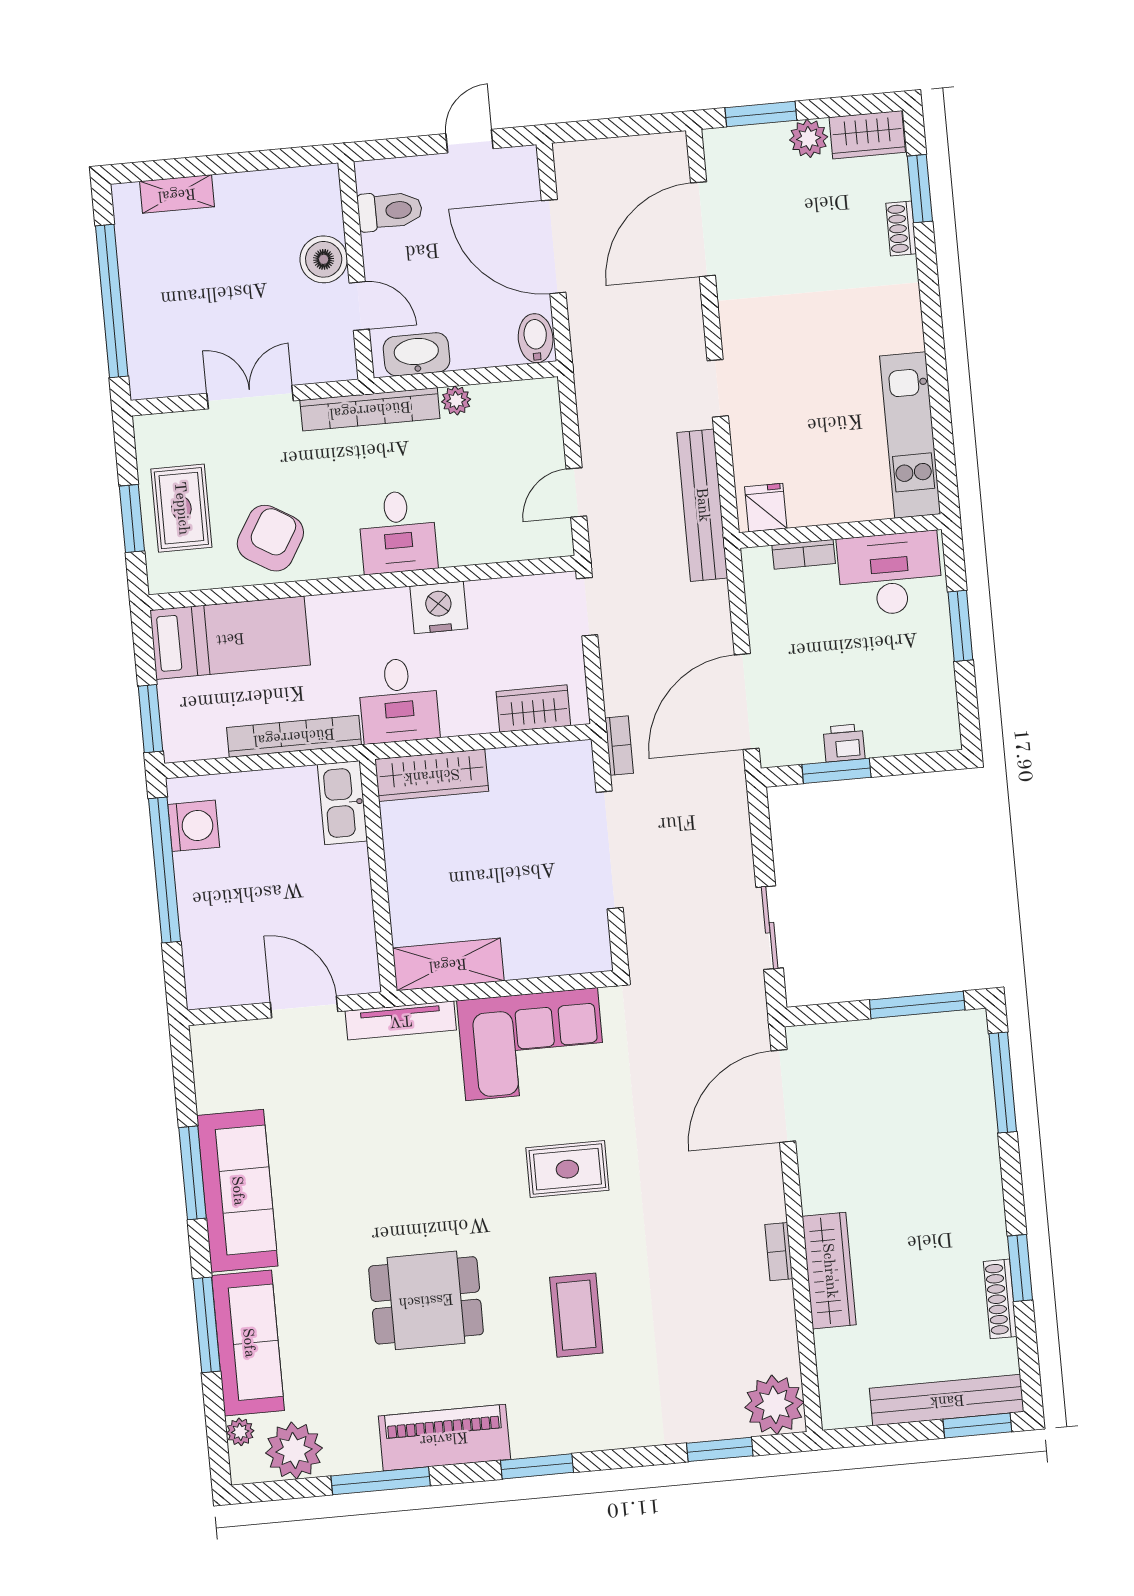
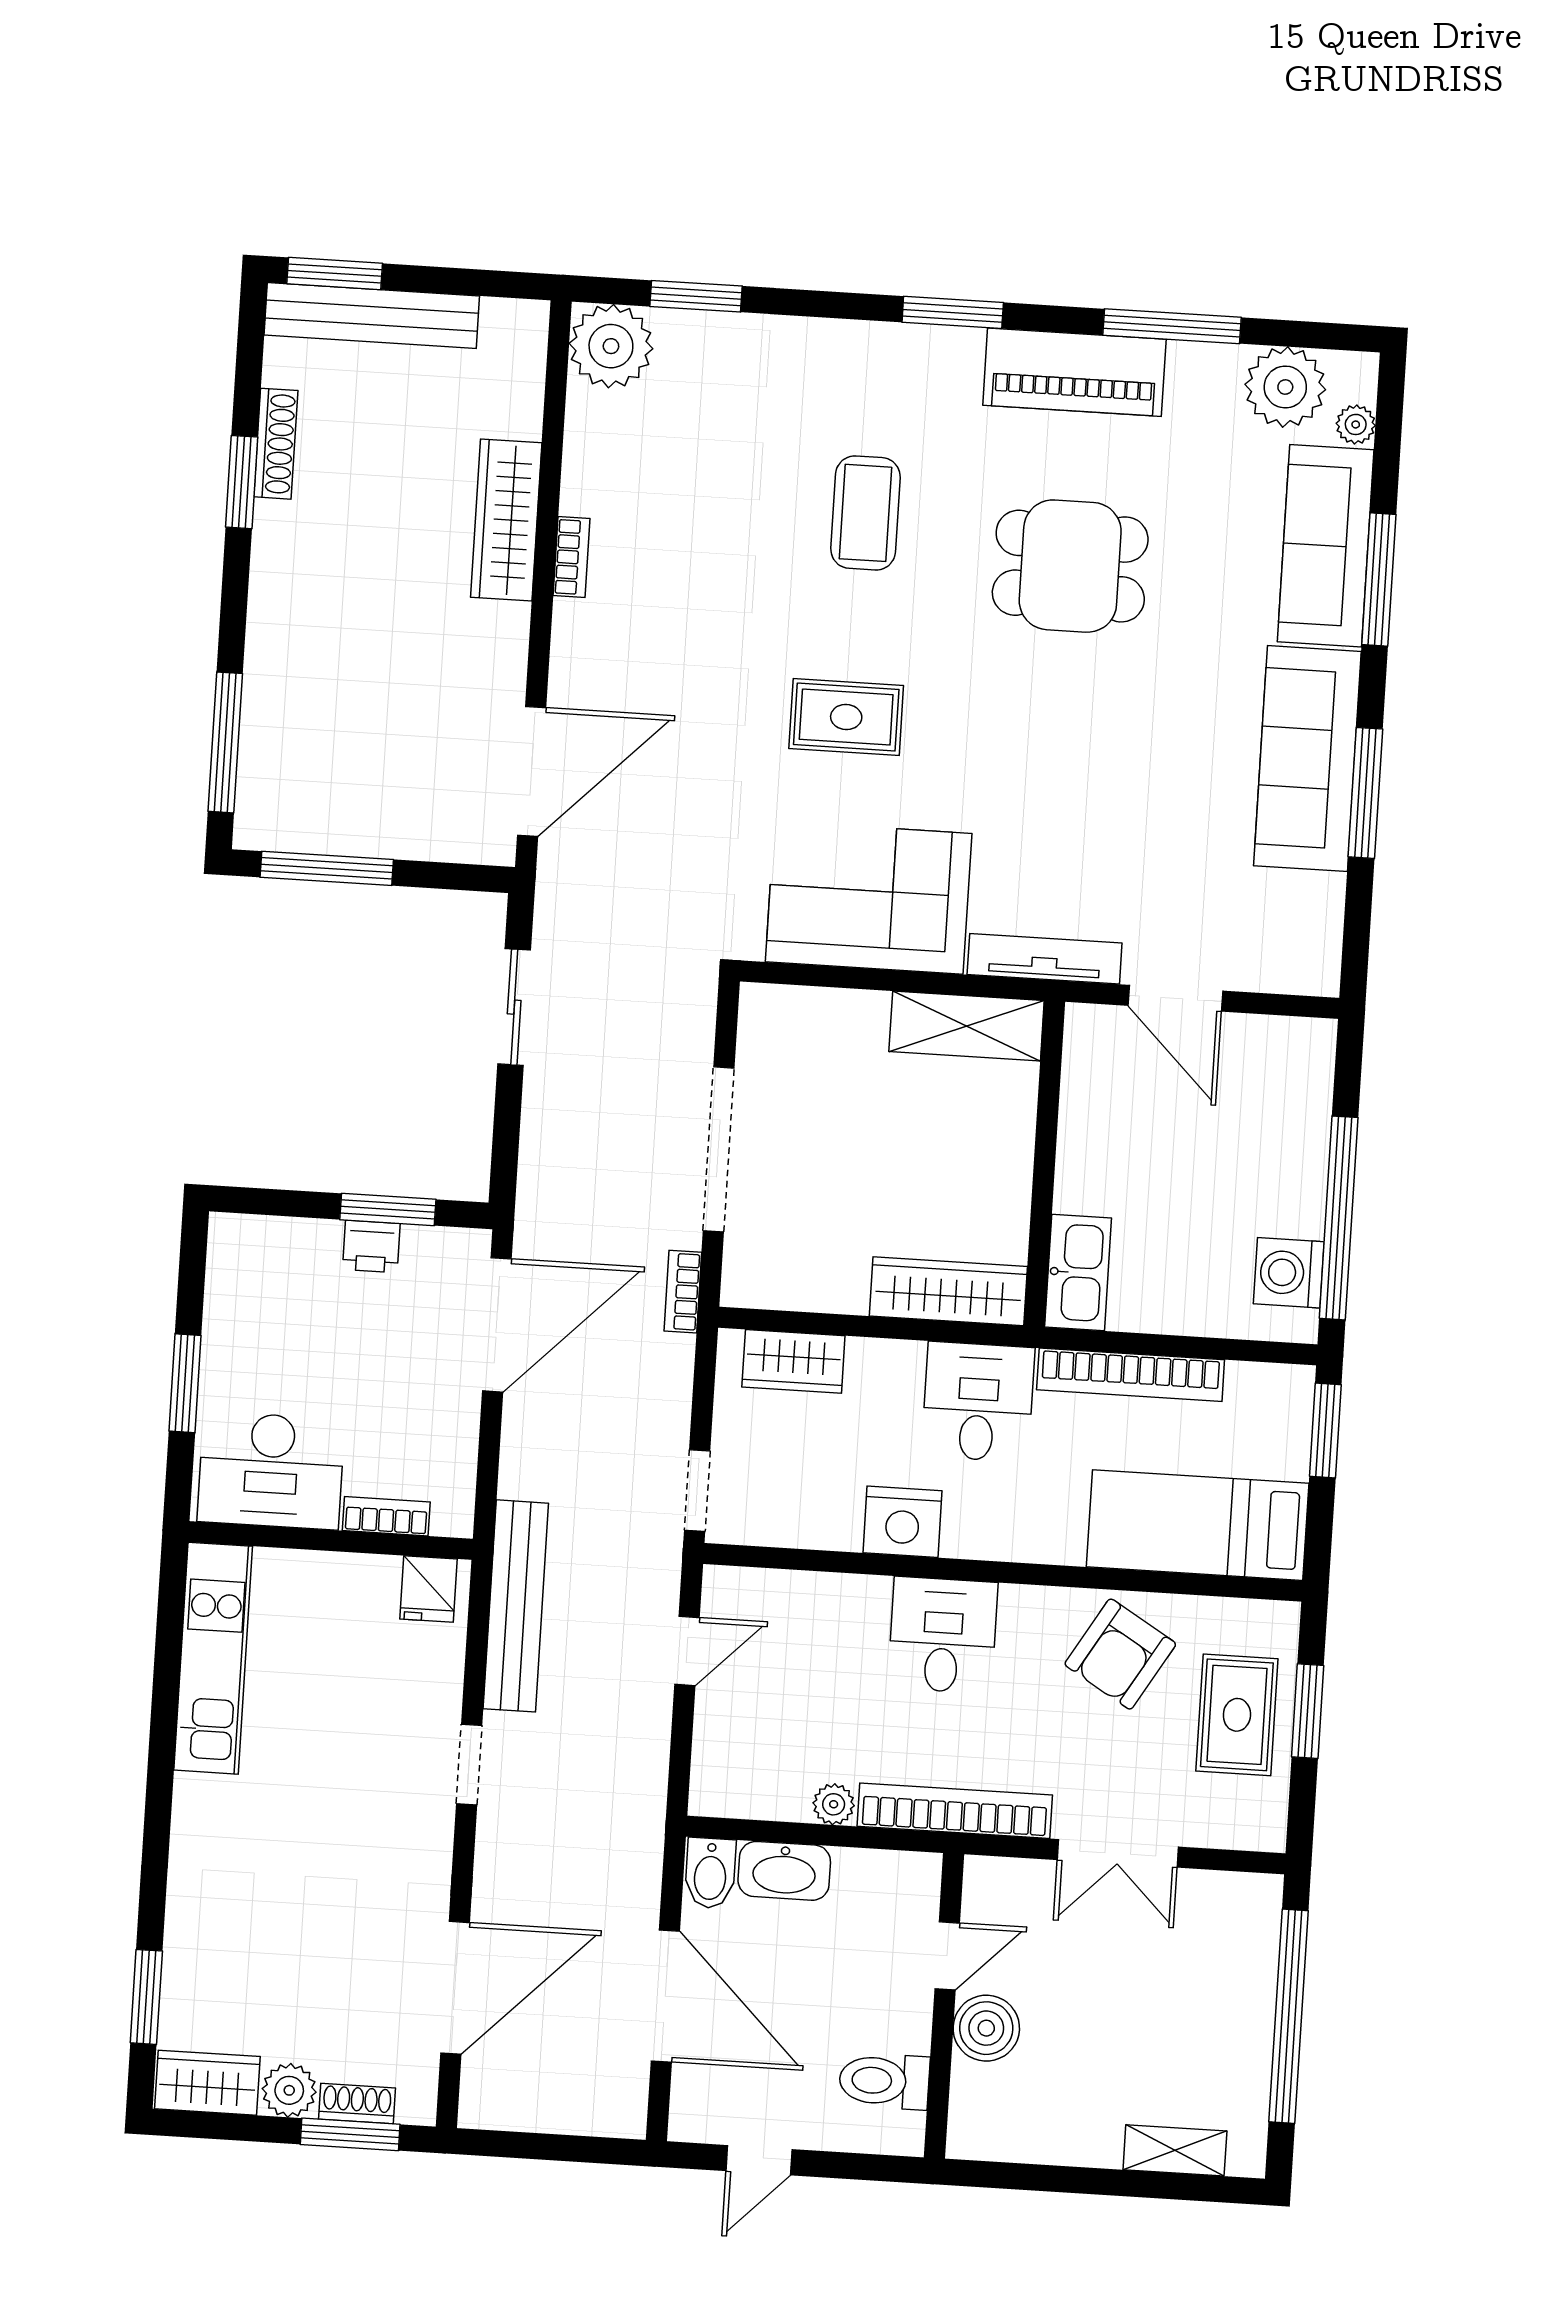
shoe rack: (901, 229) -> (357, 2104), moved, turned -90
door: (359, 306) -> (947, 1956), swing flipped
washbasin: (417, 354) -> (784, 1871), moved

